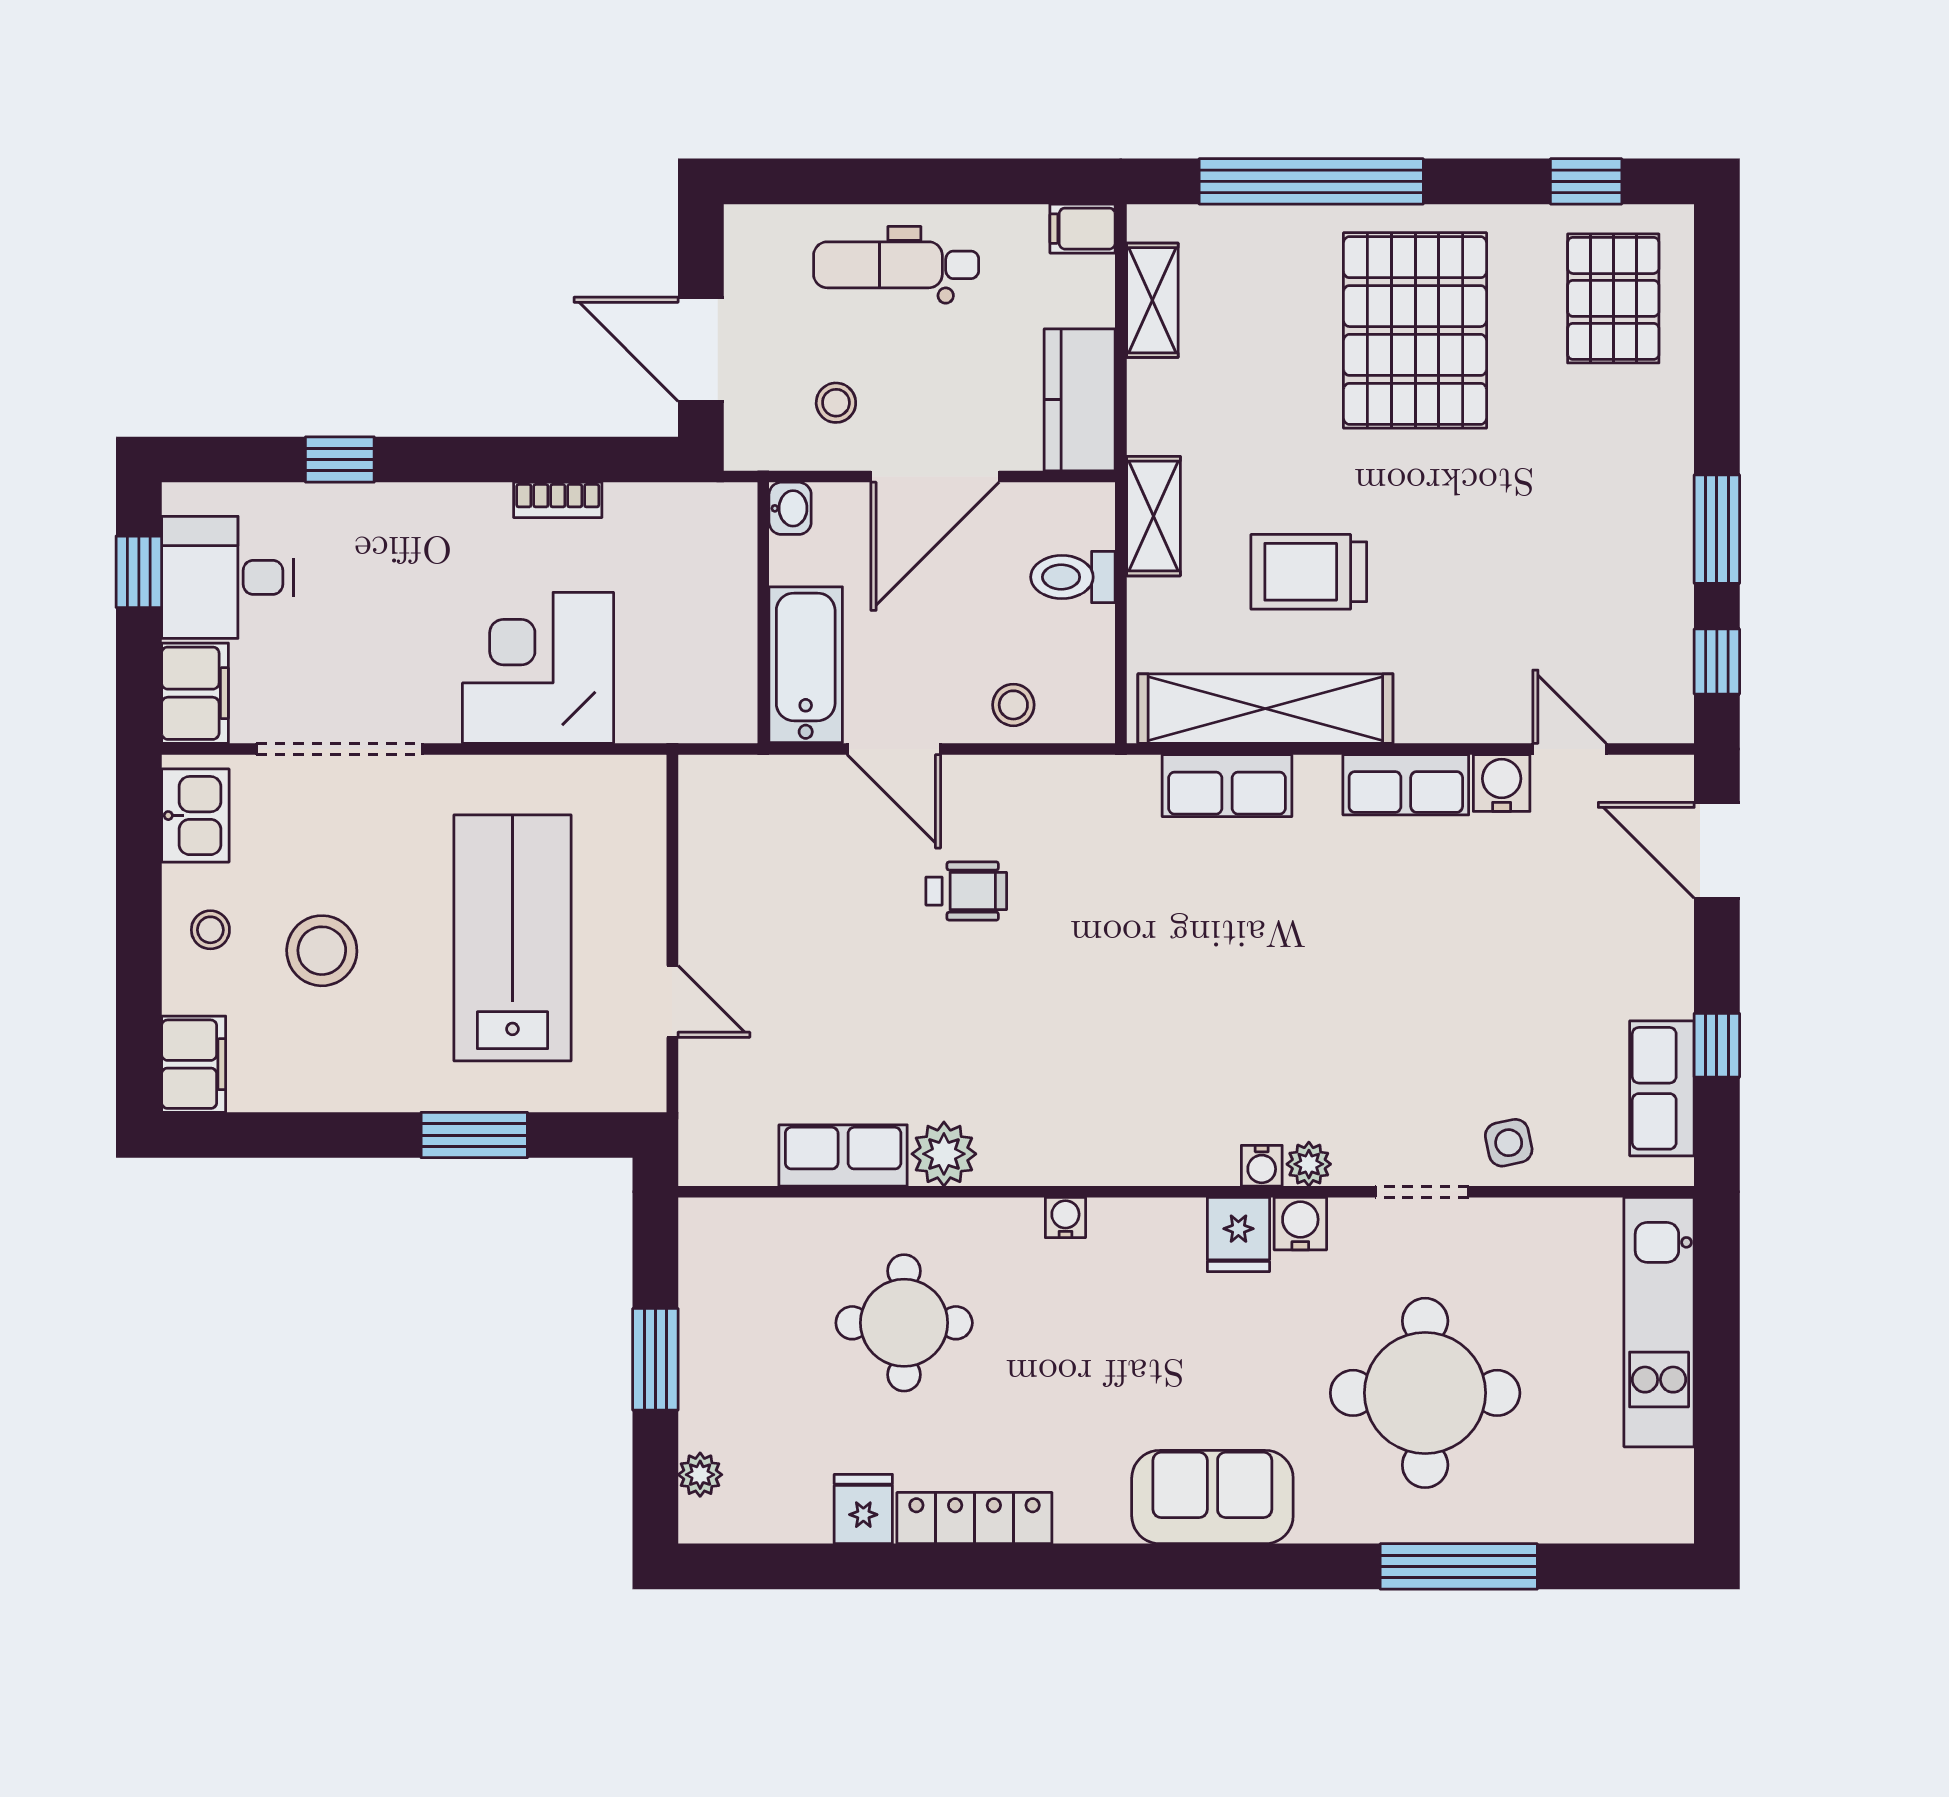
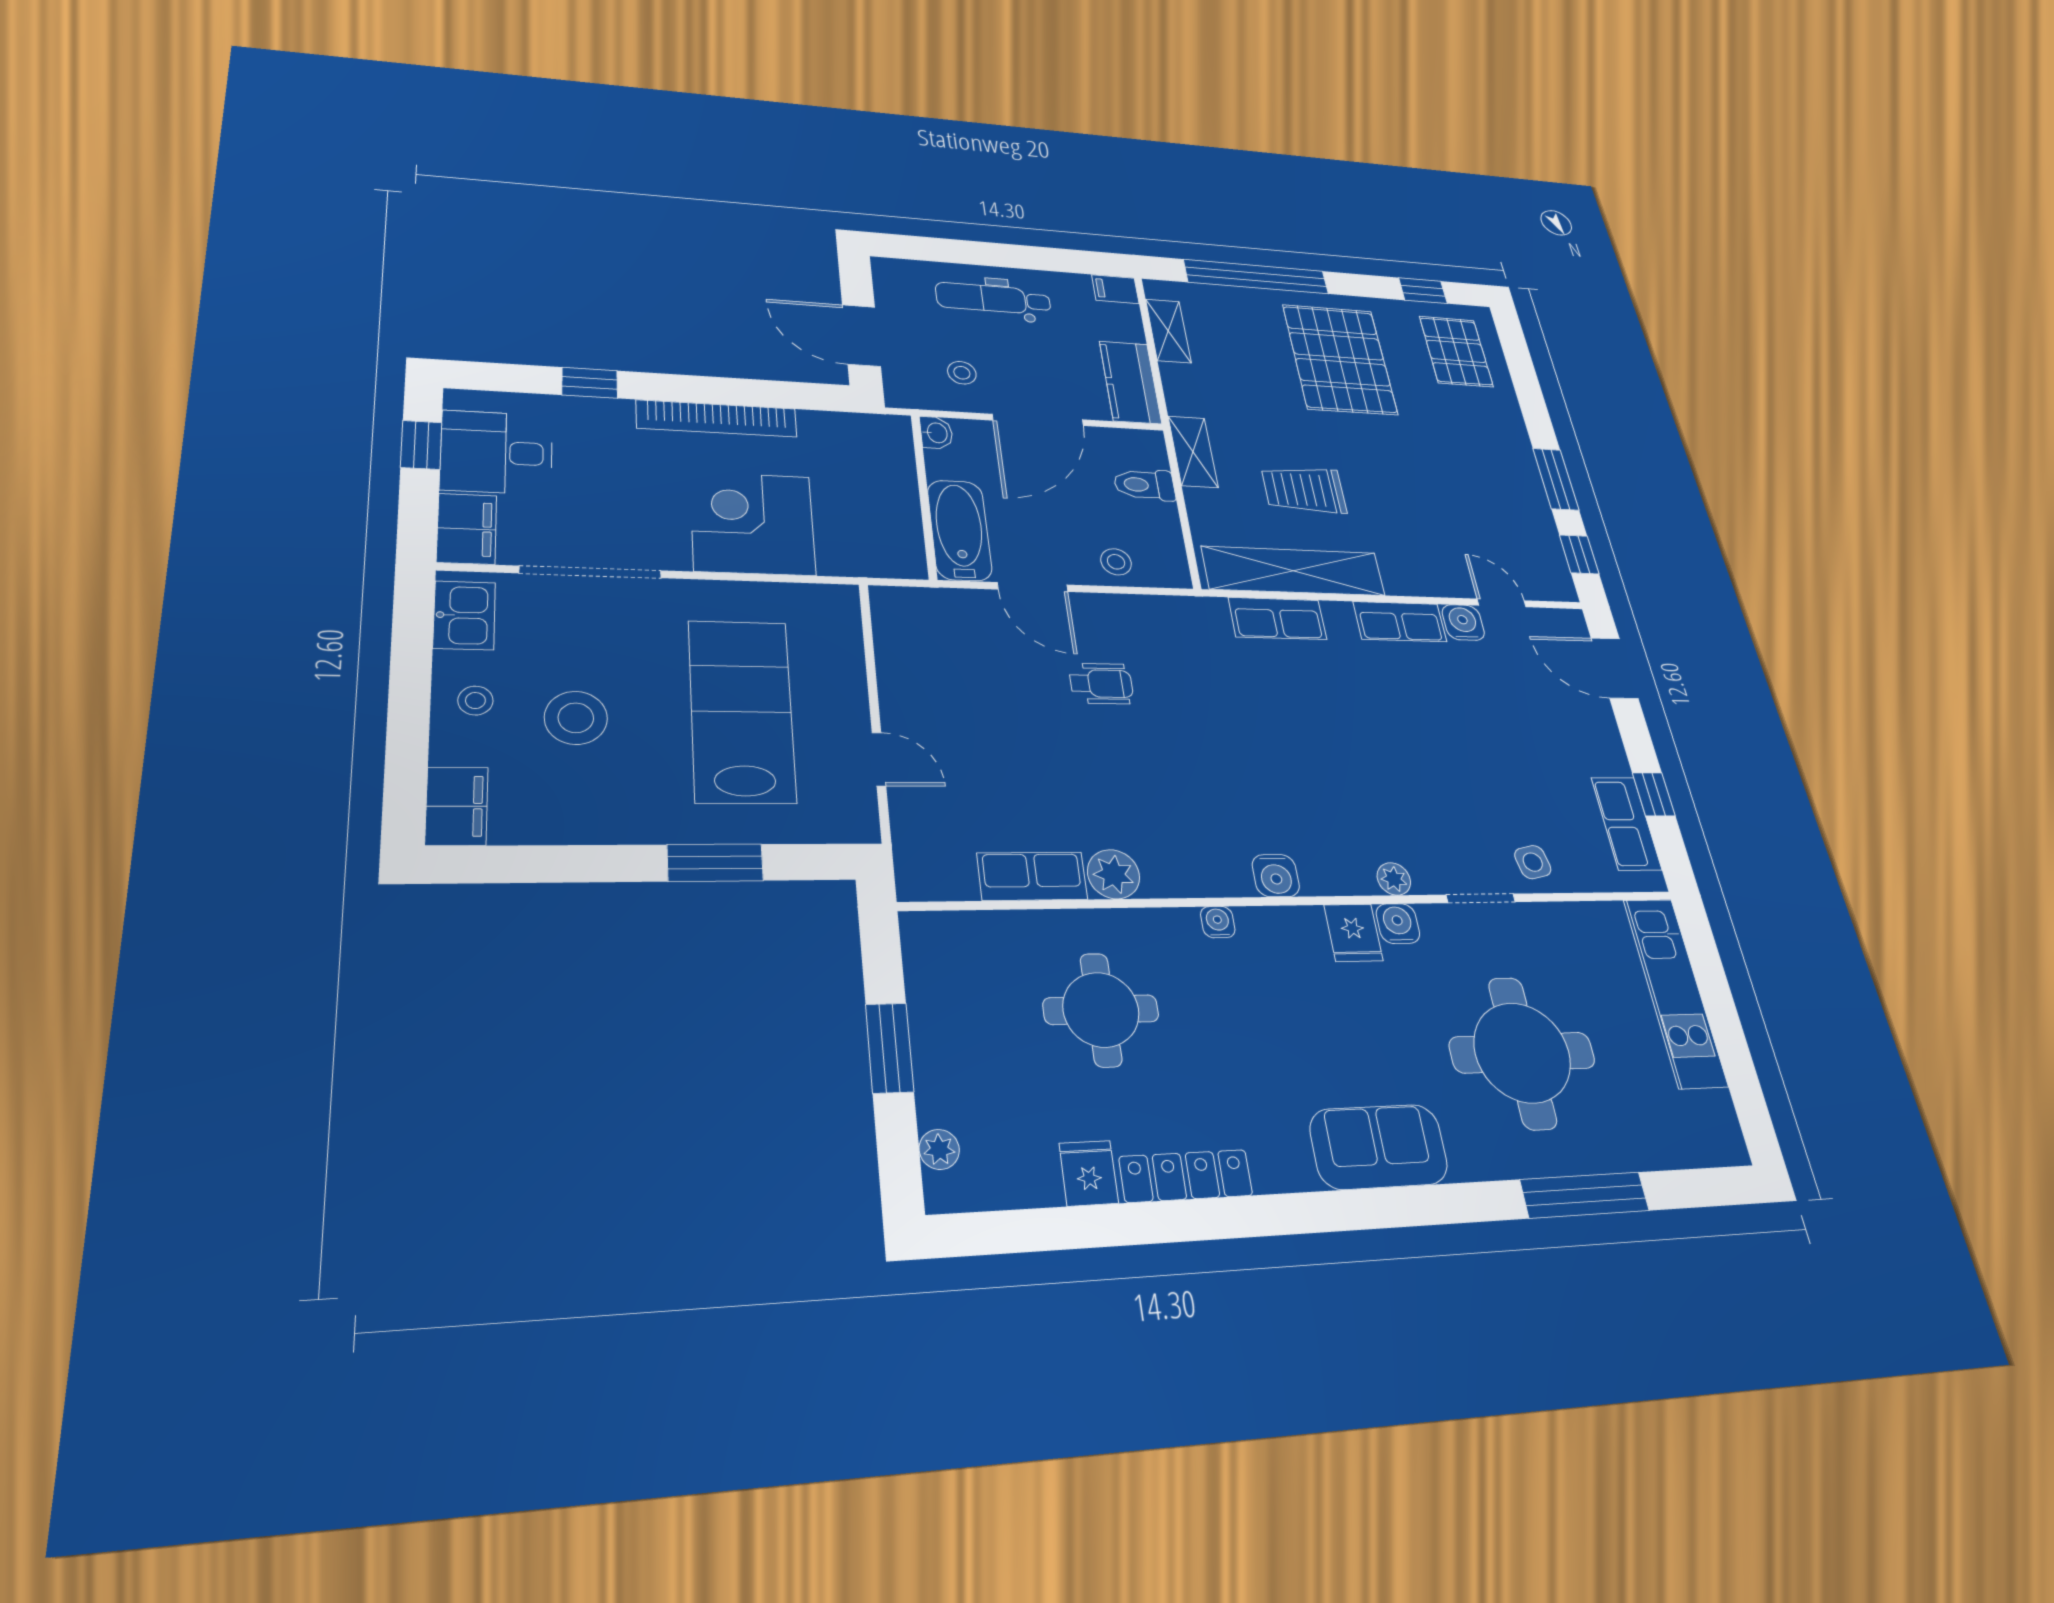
bookcase: (558, 500) -> (717, 419), width x2.31, depth x1.31
water cooler: (1262, 1166) -> (1276, 876), moved, width x1.38, depth x1.38

